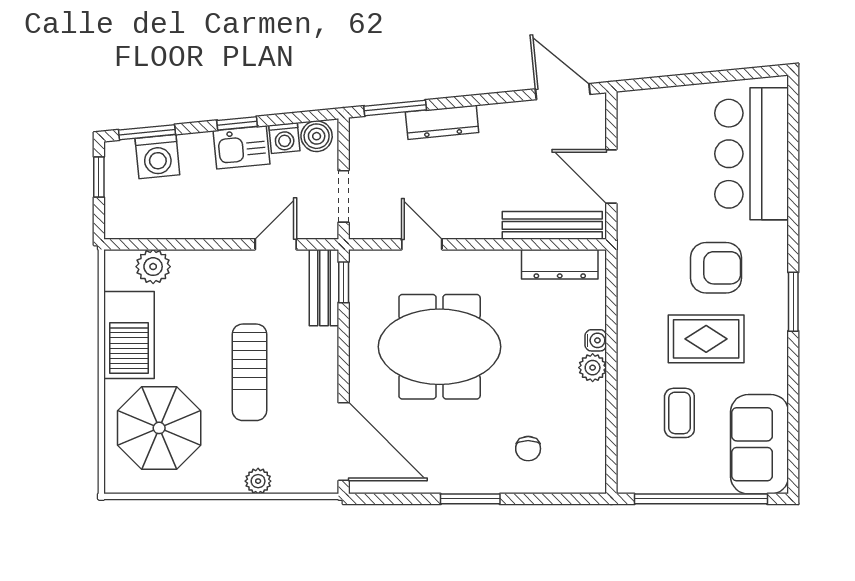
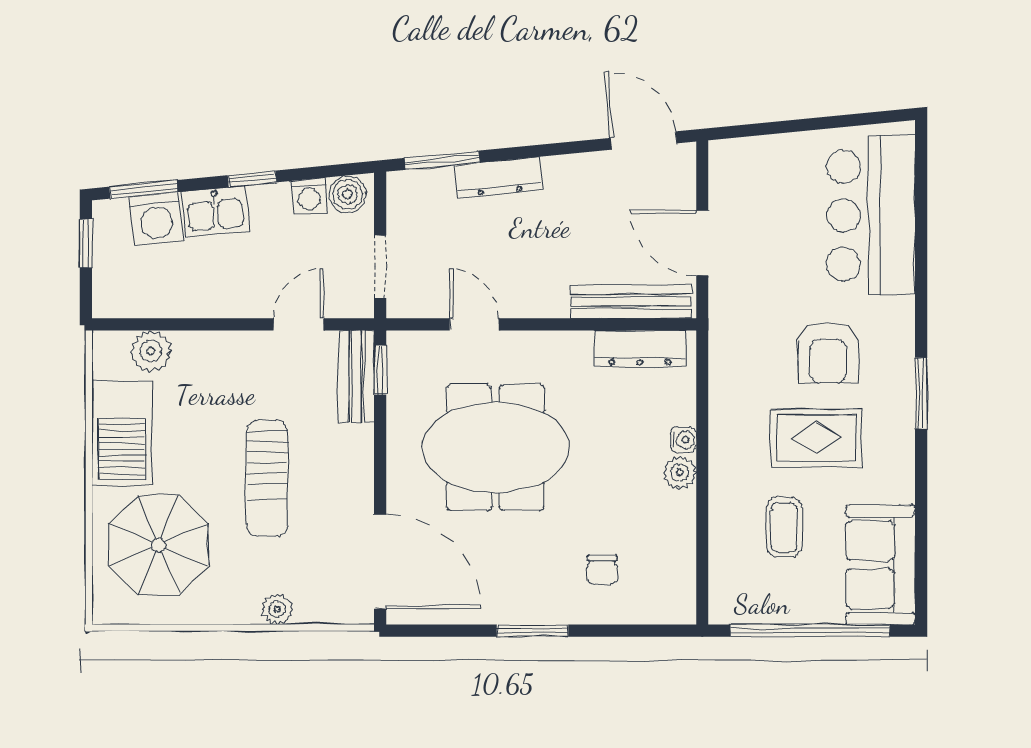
kitchen sink: (241, 147) -> (216, 212), moved
armchair: (716, 268) -> (828, 352), turned 90

